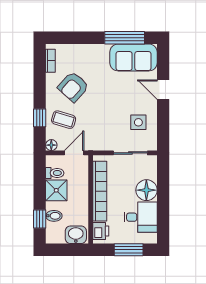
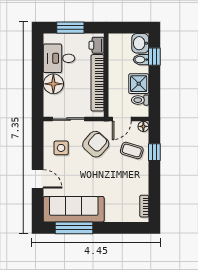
sofa: (133, 57) -> (74, 209), width x1.36
armchair: (73, 87) -> (96, 144), moved
washbasin: (76, 235) -> (140, 43), moved, turned 90

